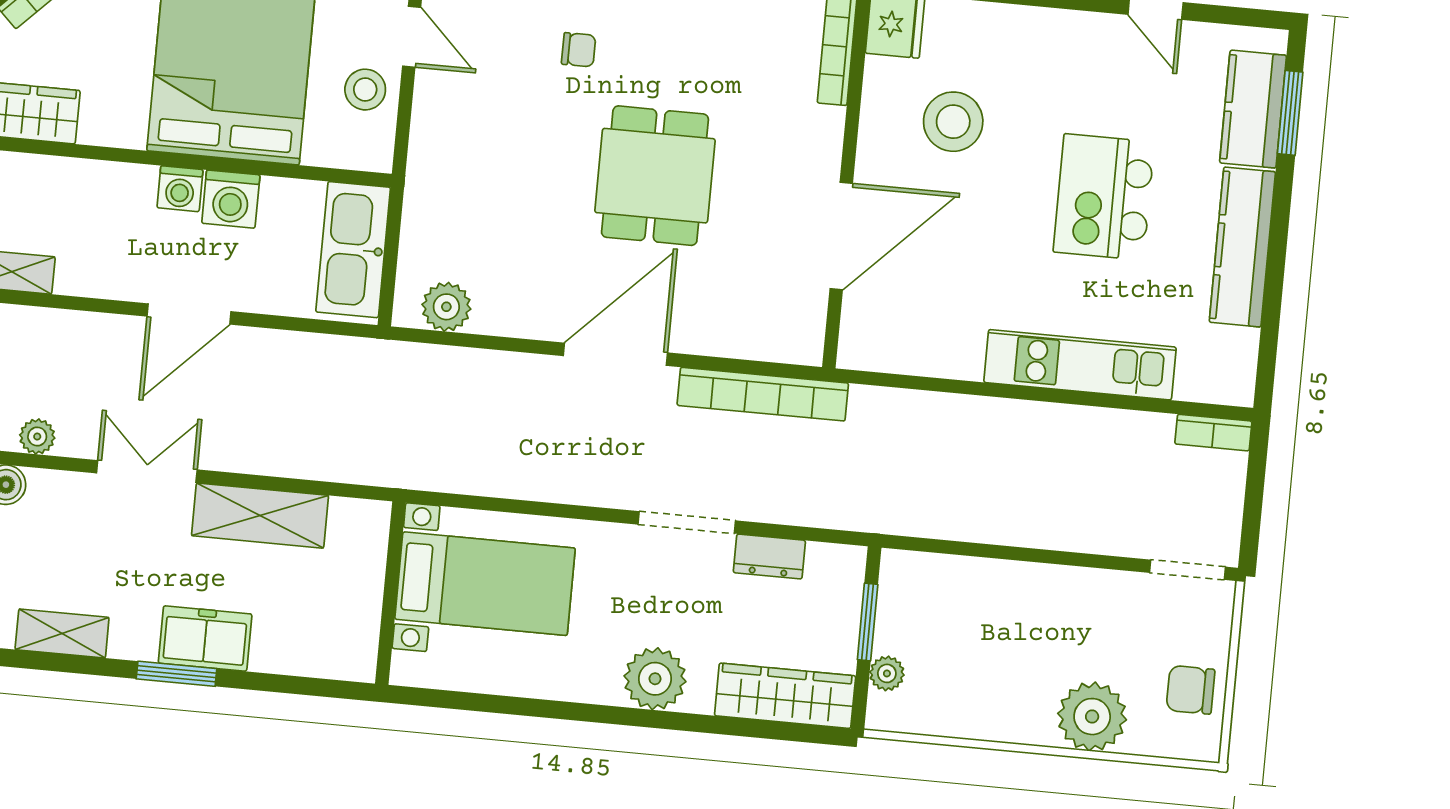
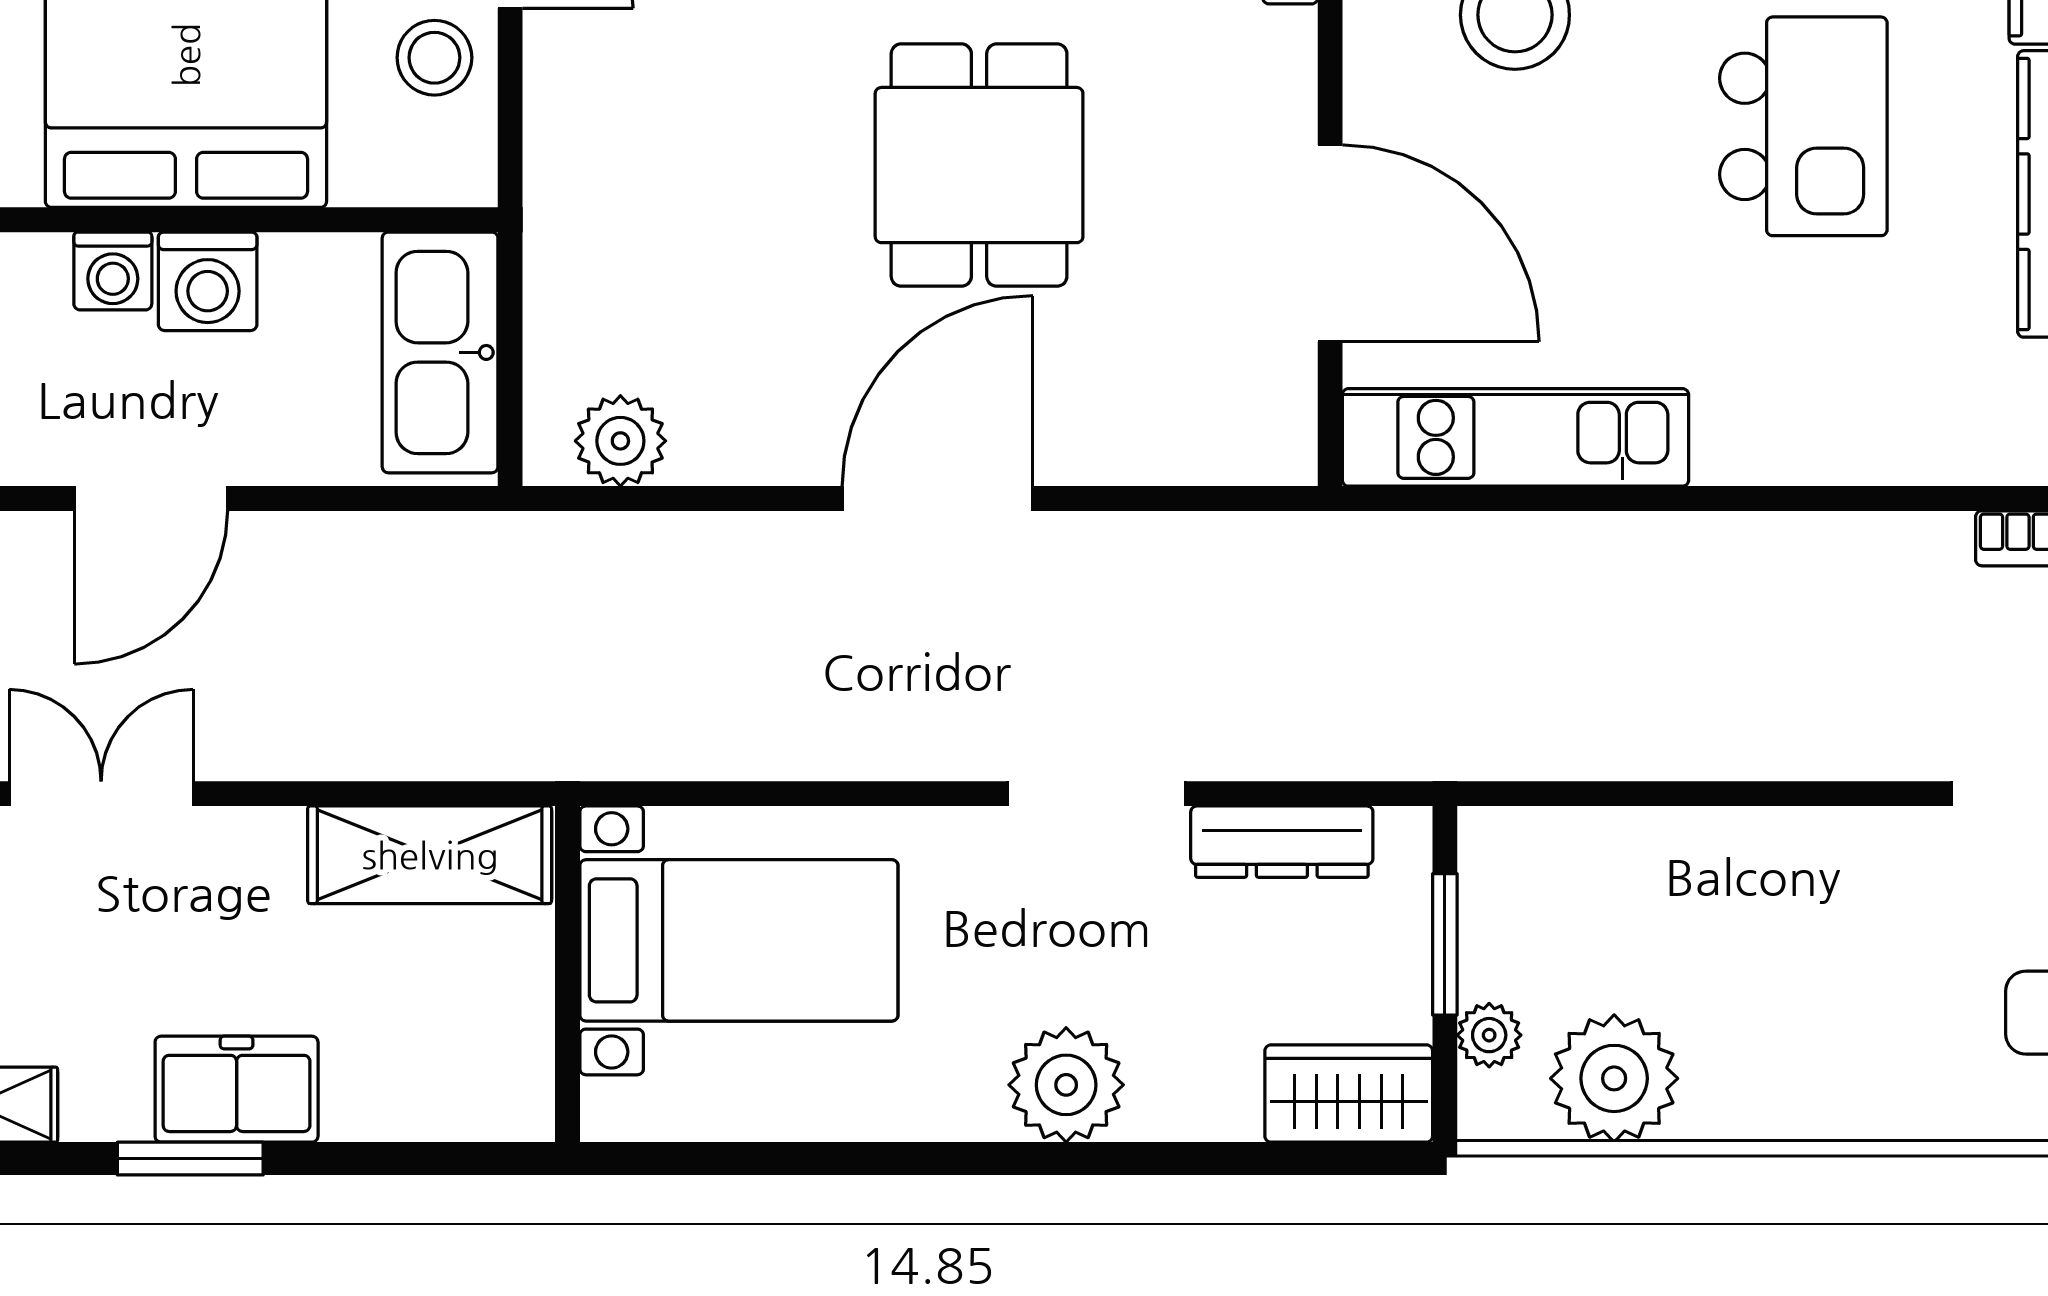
kitchen island: (1104, 197) -> (1803, 126), turned 180
door: (841, 236) -> (1330, 243), hinge flipped
kitchen unit: (1080, 365) -> (1515, 437), moved
bookcase: (763, 394) -> (1214, 546), removed
shelving: (260, 516) -> (430, 855), moved
dresser: (769, 557) -> (1282, 842), width x1.44
wardrobe: (785, 696) -> (1349, 1094), width x0.67
plant: (1092, 717) -> (1614, 1078), moved

